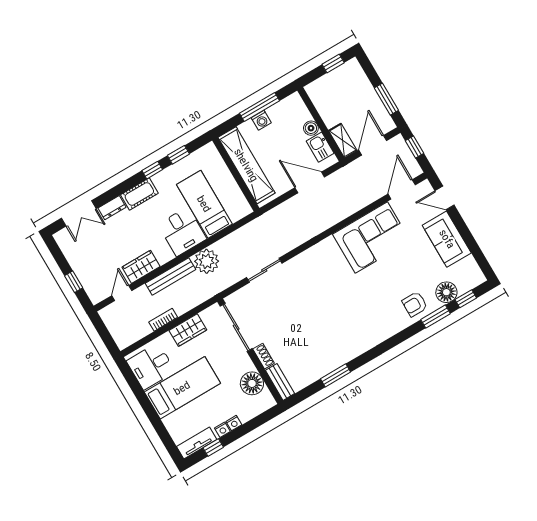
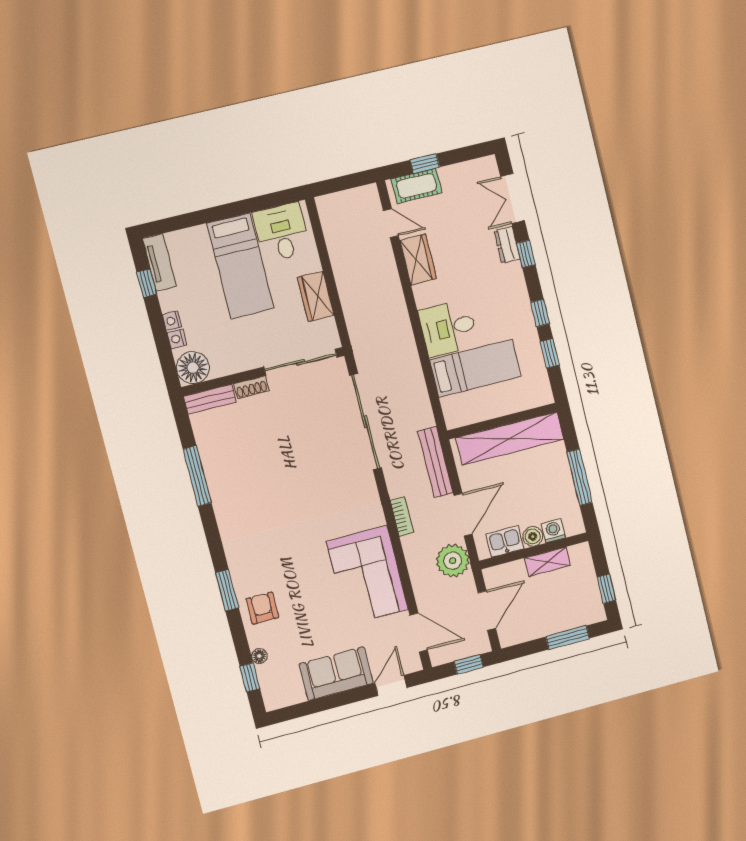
window: (386, 99) -> (568, 637), moved
washing machine: (261, 120) -> (553, 531), moved, turned 90
shelving: (343, 141) -> (548, 562), moved
door: (373, 145) -> (487, 611), hinge flipped
window: (114, 192) -> (526, 254), added
cot: (139, 194) -> (416, 186), moved, turned 90
plant: (207, 261) -> (453, 561), moved
sliding door: (264, 270) -> (366, 422), width x1.86
bench: (170, 276) -> (435, 462), moved
floor lamp: (446, 292) -> (259, 656), width x0.53, depth x0.53
window: (435, 317) -> (227, 590), moved
bookcase: (163, 320) -> (402, 516), moved
window: (335, 375) -> (197, 476), width x1.44
floor lamp: (252, 383) -> (193, 368), moved
nightstand: (222, 430) -> (177, 339), moved

